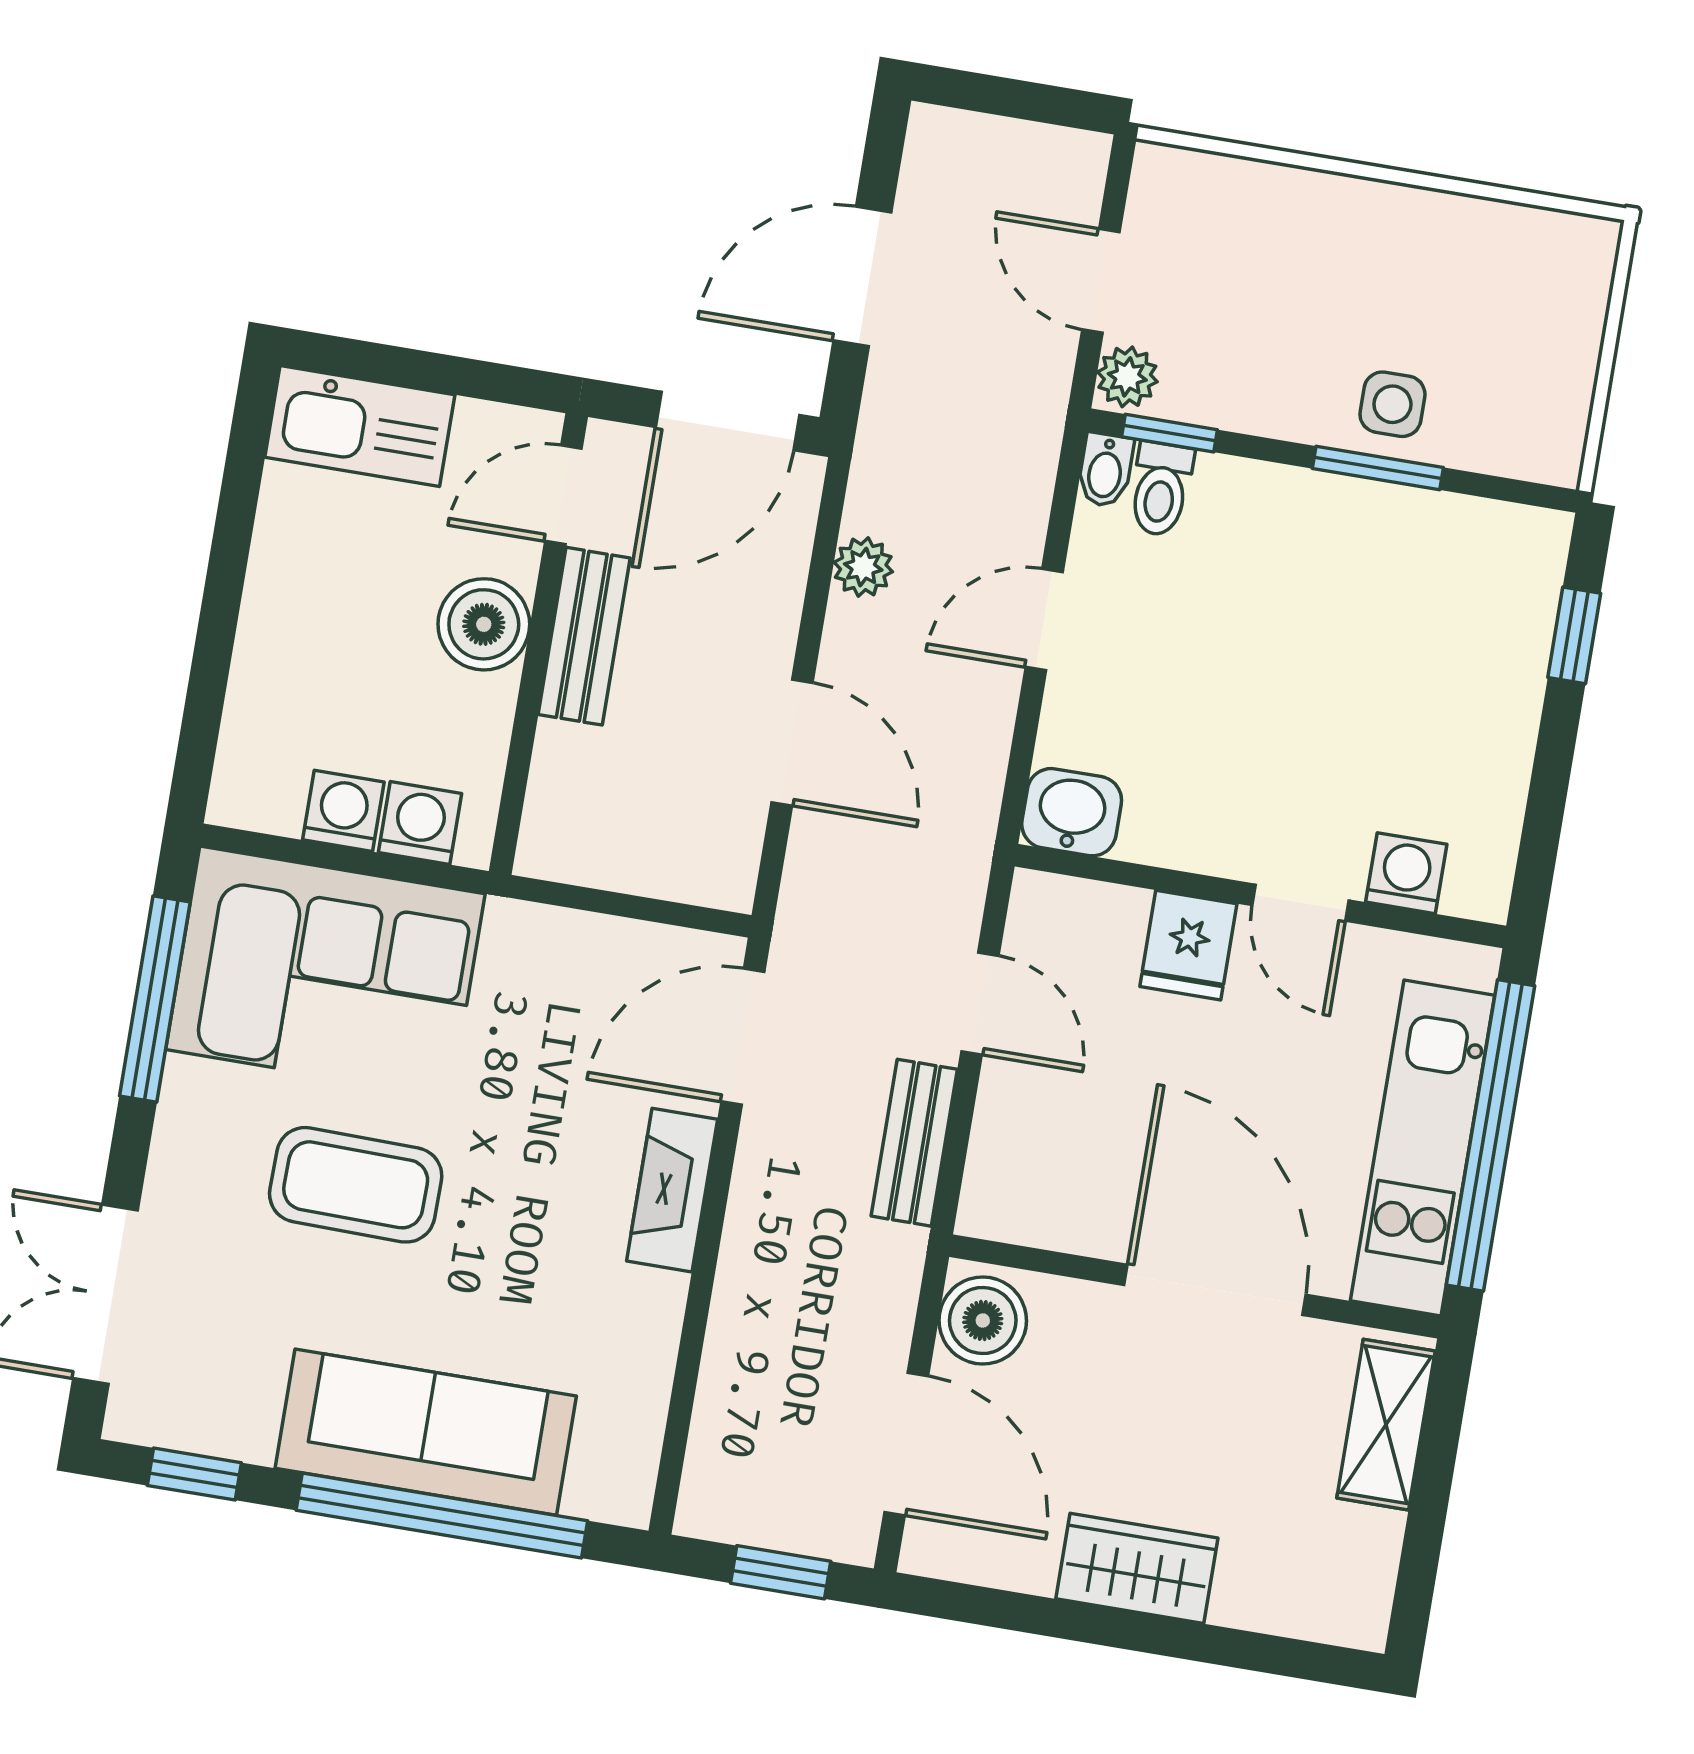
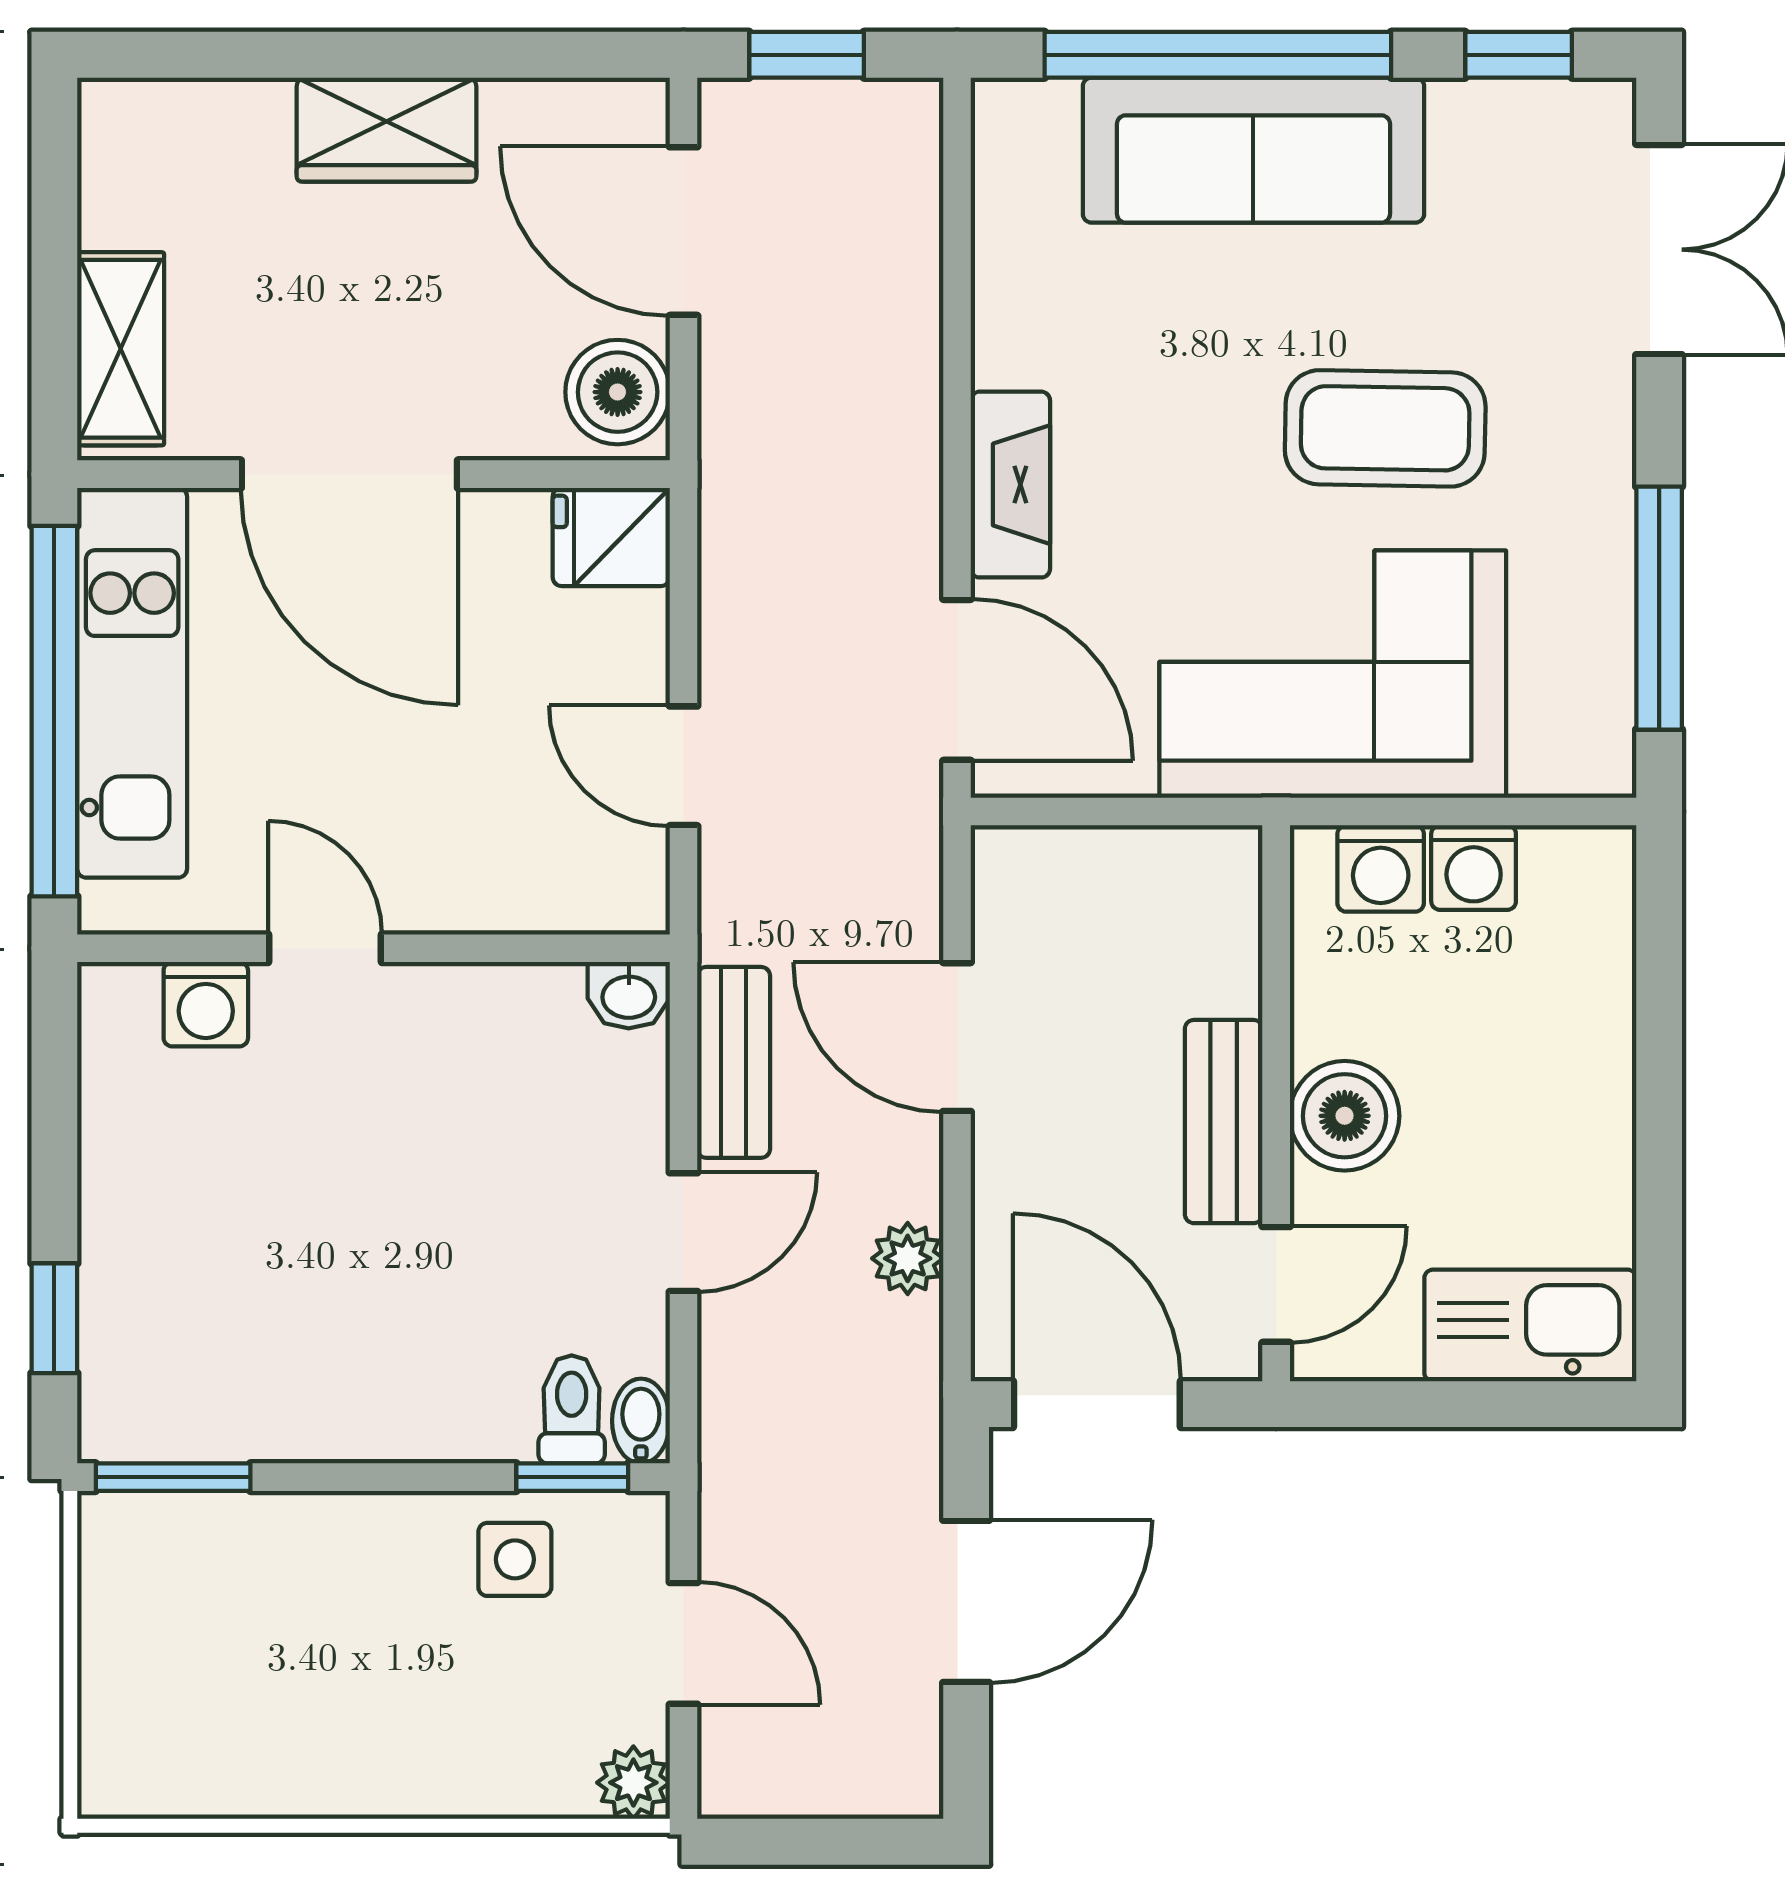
plant: (1127, 377) -> (633, 1783), moved
side table: (1392, 404) -> (515, 1559), moved
door: (728, 421) -> (1097, 1404), hinge flipped
window: (1378, 468) -> (173, 1477), moved
washbasin: (1072, 812) -> (629, 995), width x0.72, depth x0.69
fridge: (1188, 945) -> (611, 537), moved, turned -90
corner sofa: (325, 972) -> (1333, 674), moved
door: (743, 1037) -> (957, 680), hinge flipped
bench: (914, 1143) -> (734, 1062), moved

